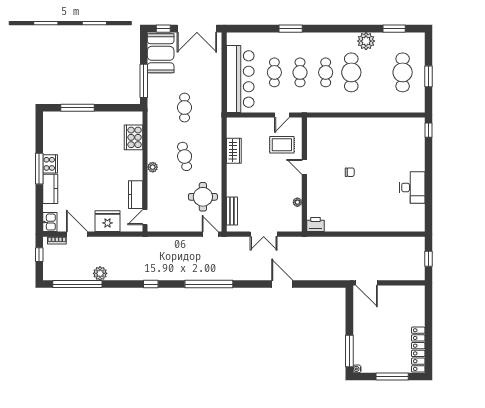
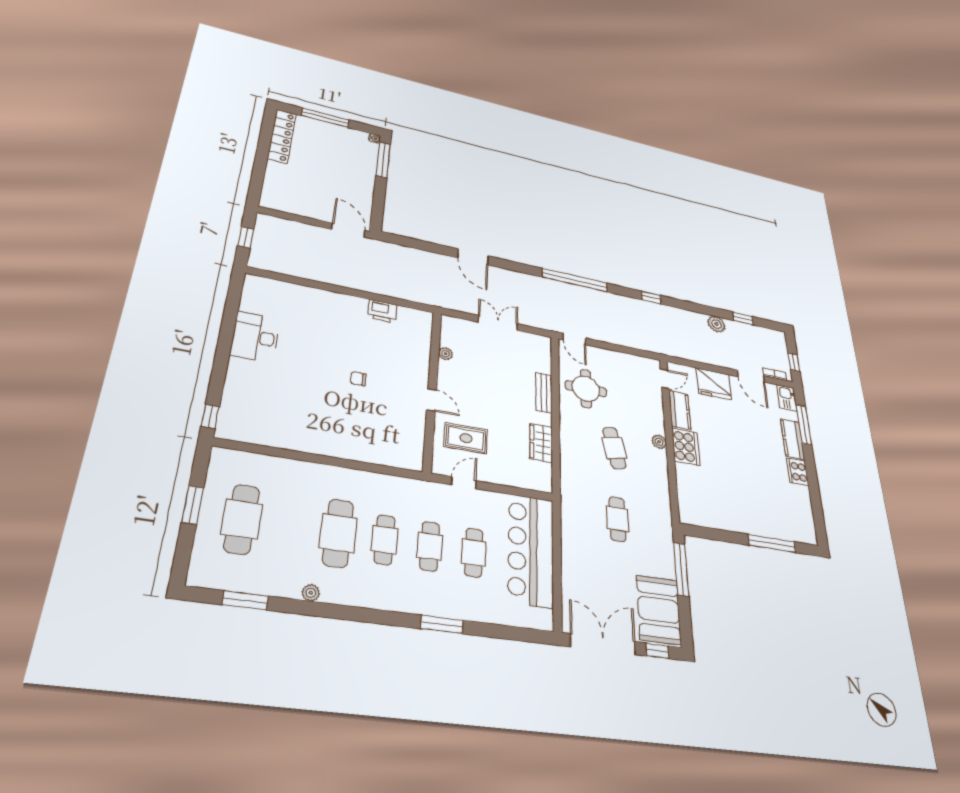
plant: (366, 41) -> (311, 593), width x0.53, depth x0.53
cooker: (133, 137) -> (686, 447), moved
window: (39, 169) -> (804, 425), moved
bench: (232, 211) -> (544, 393), moved
printer: (316, 225) -> (382, 311), moved
window: (77, 284) -> (743, 318), width x0.32

